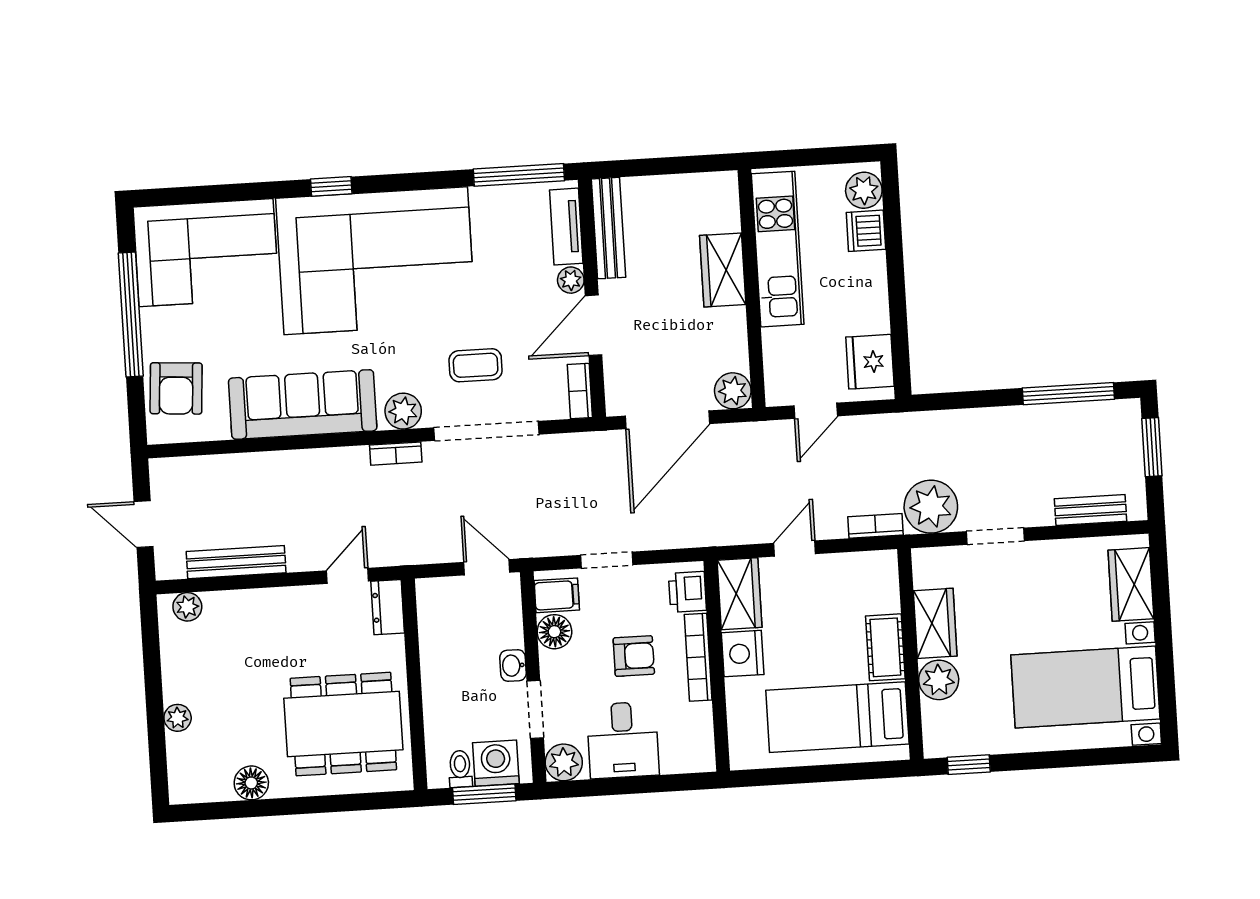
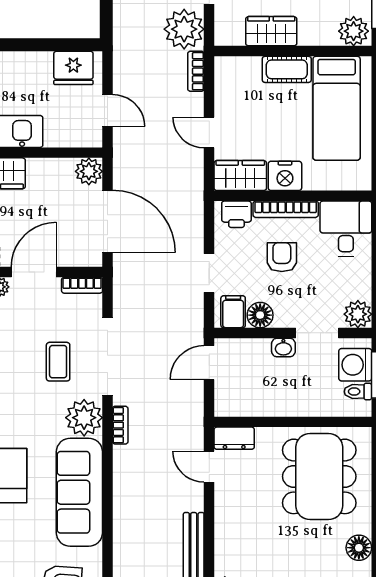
door: (594, 325) -> (34, 272), swing flipped
plant: (403, 411) -> (84, 418), width x1.36, depth x1.36
plant: (939, 680) -> (354, 31), moved
desk: (623, 740) -> (346, 229), moved, turned -90

